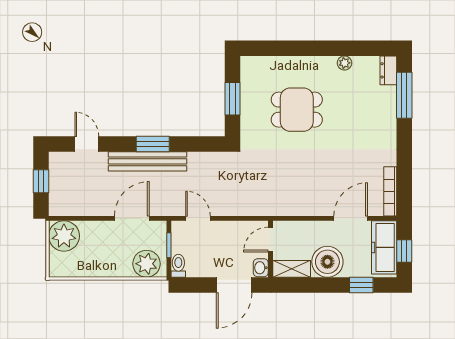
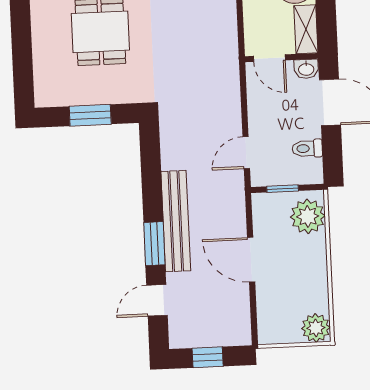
window: (153, 144) -> (154, 244), moved
door: (132, 218) -> (251, 260), moved
plant: (64, 236) -> (316, 328), moved, width x0.73, depth x0.73
toilet: (178, 266) -> (307, 148), moved

